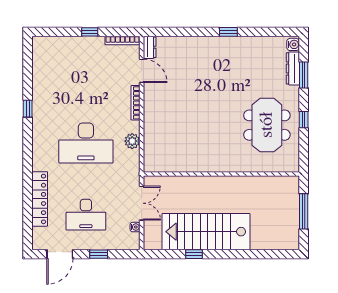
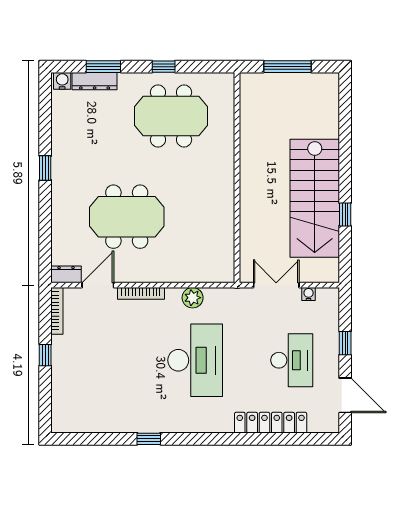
meeting table: (192, 92) -> (127, 217), added

